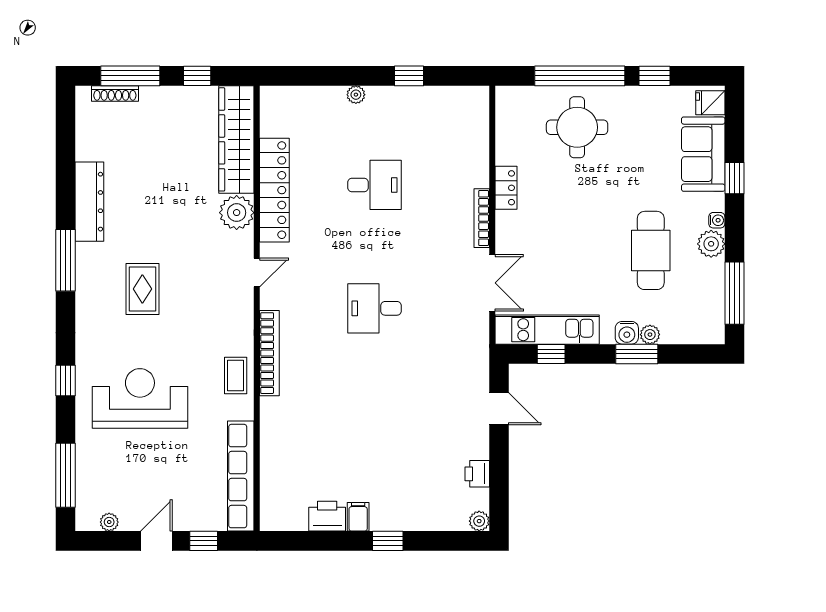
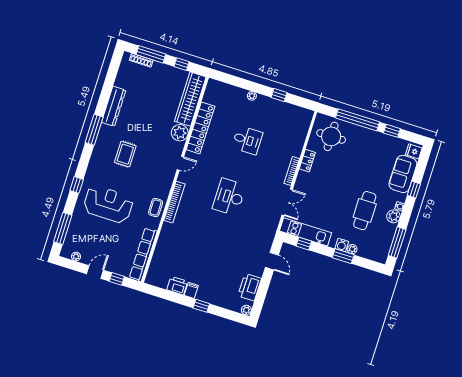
round table: (577, 127) -> (331, 136), moved
desk: (375, 308) -> (229, 197), width x1.37
printer: (477, 474) -> (250, 287), width x1.87, depth x1.48

